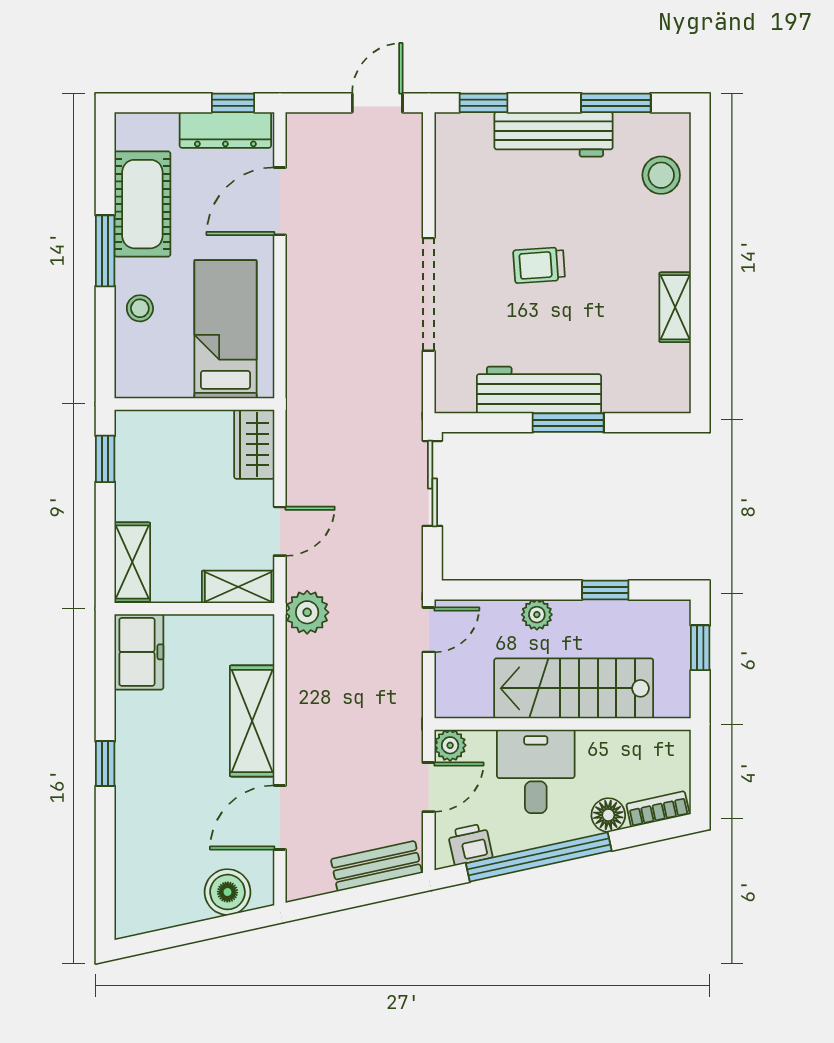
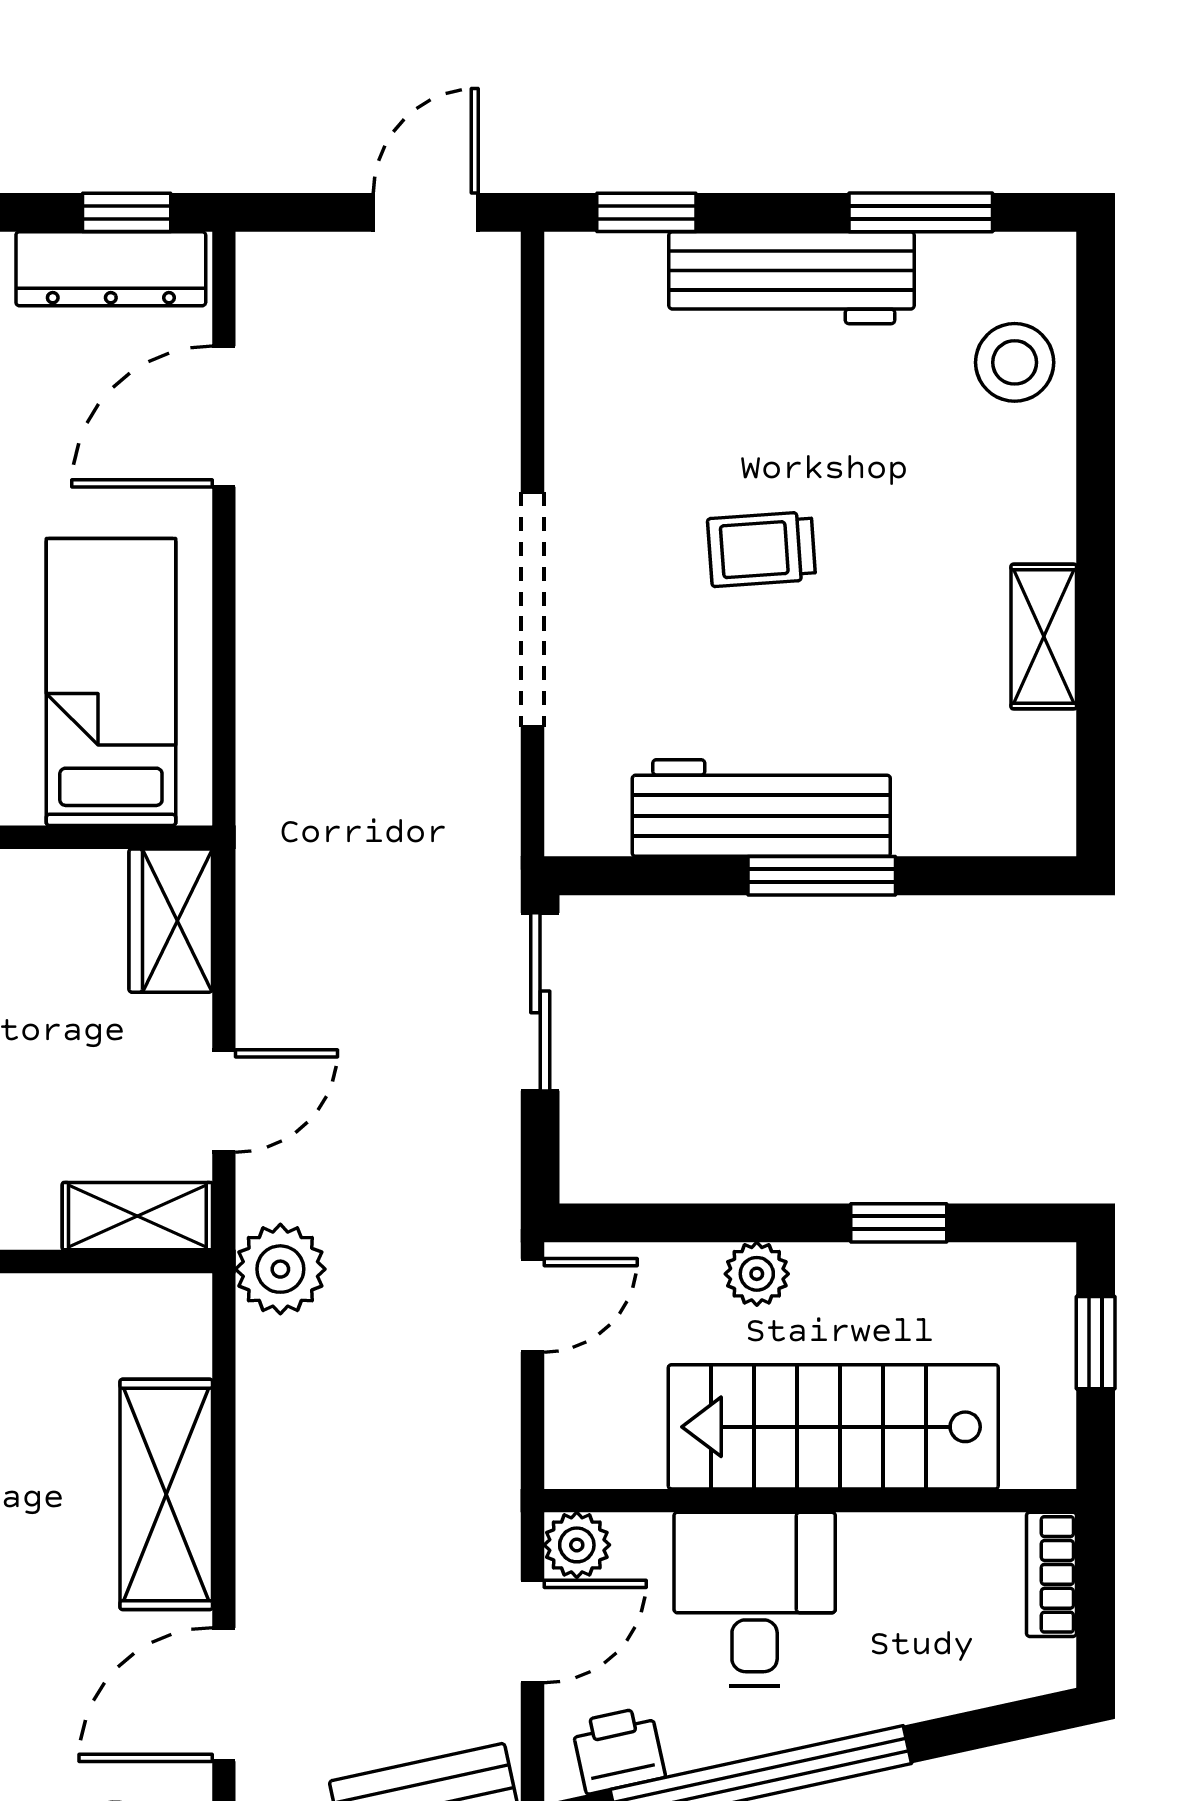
bookcase: (658, 809) -> (1051, 1574), moved, turned -78
floor lamp: (608, 815) -> (905, 1690), removed

